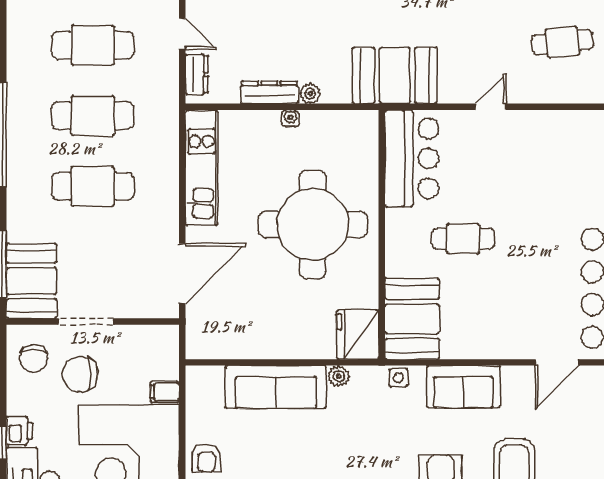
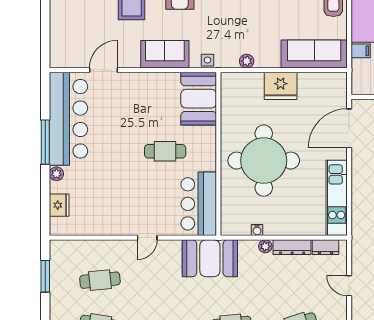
dresser: (197, 74) -> (326, 247), moved, turned -90
water cooler: (291, 118) -> (257, 230), moved
fridge: (358, 335) -> (281, 86), moved, turned 90
sofa: (276, 387) -> (314, 54), moved

